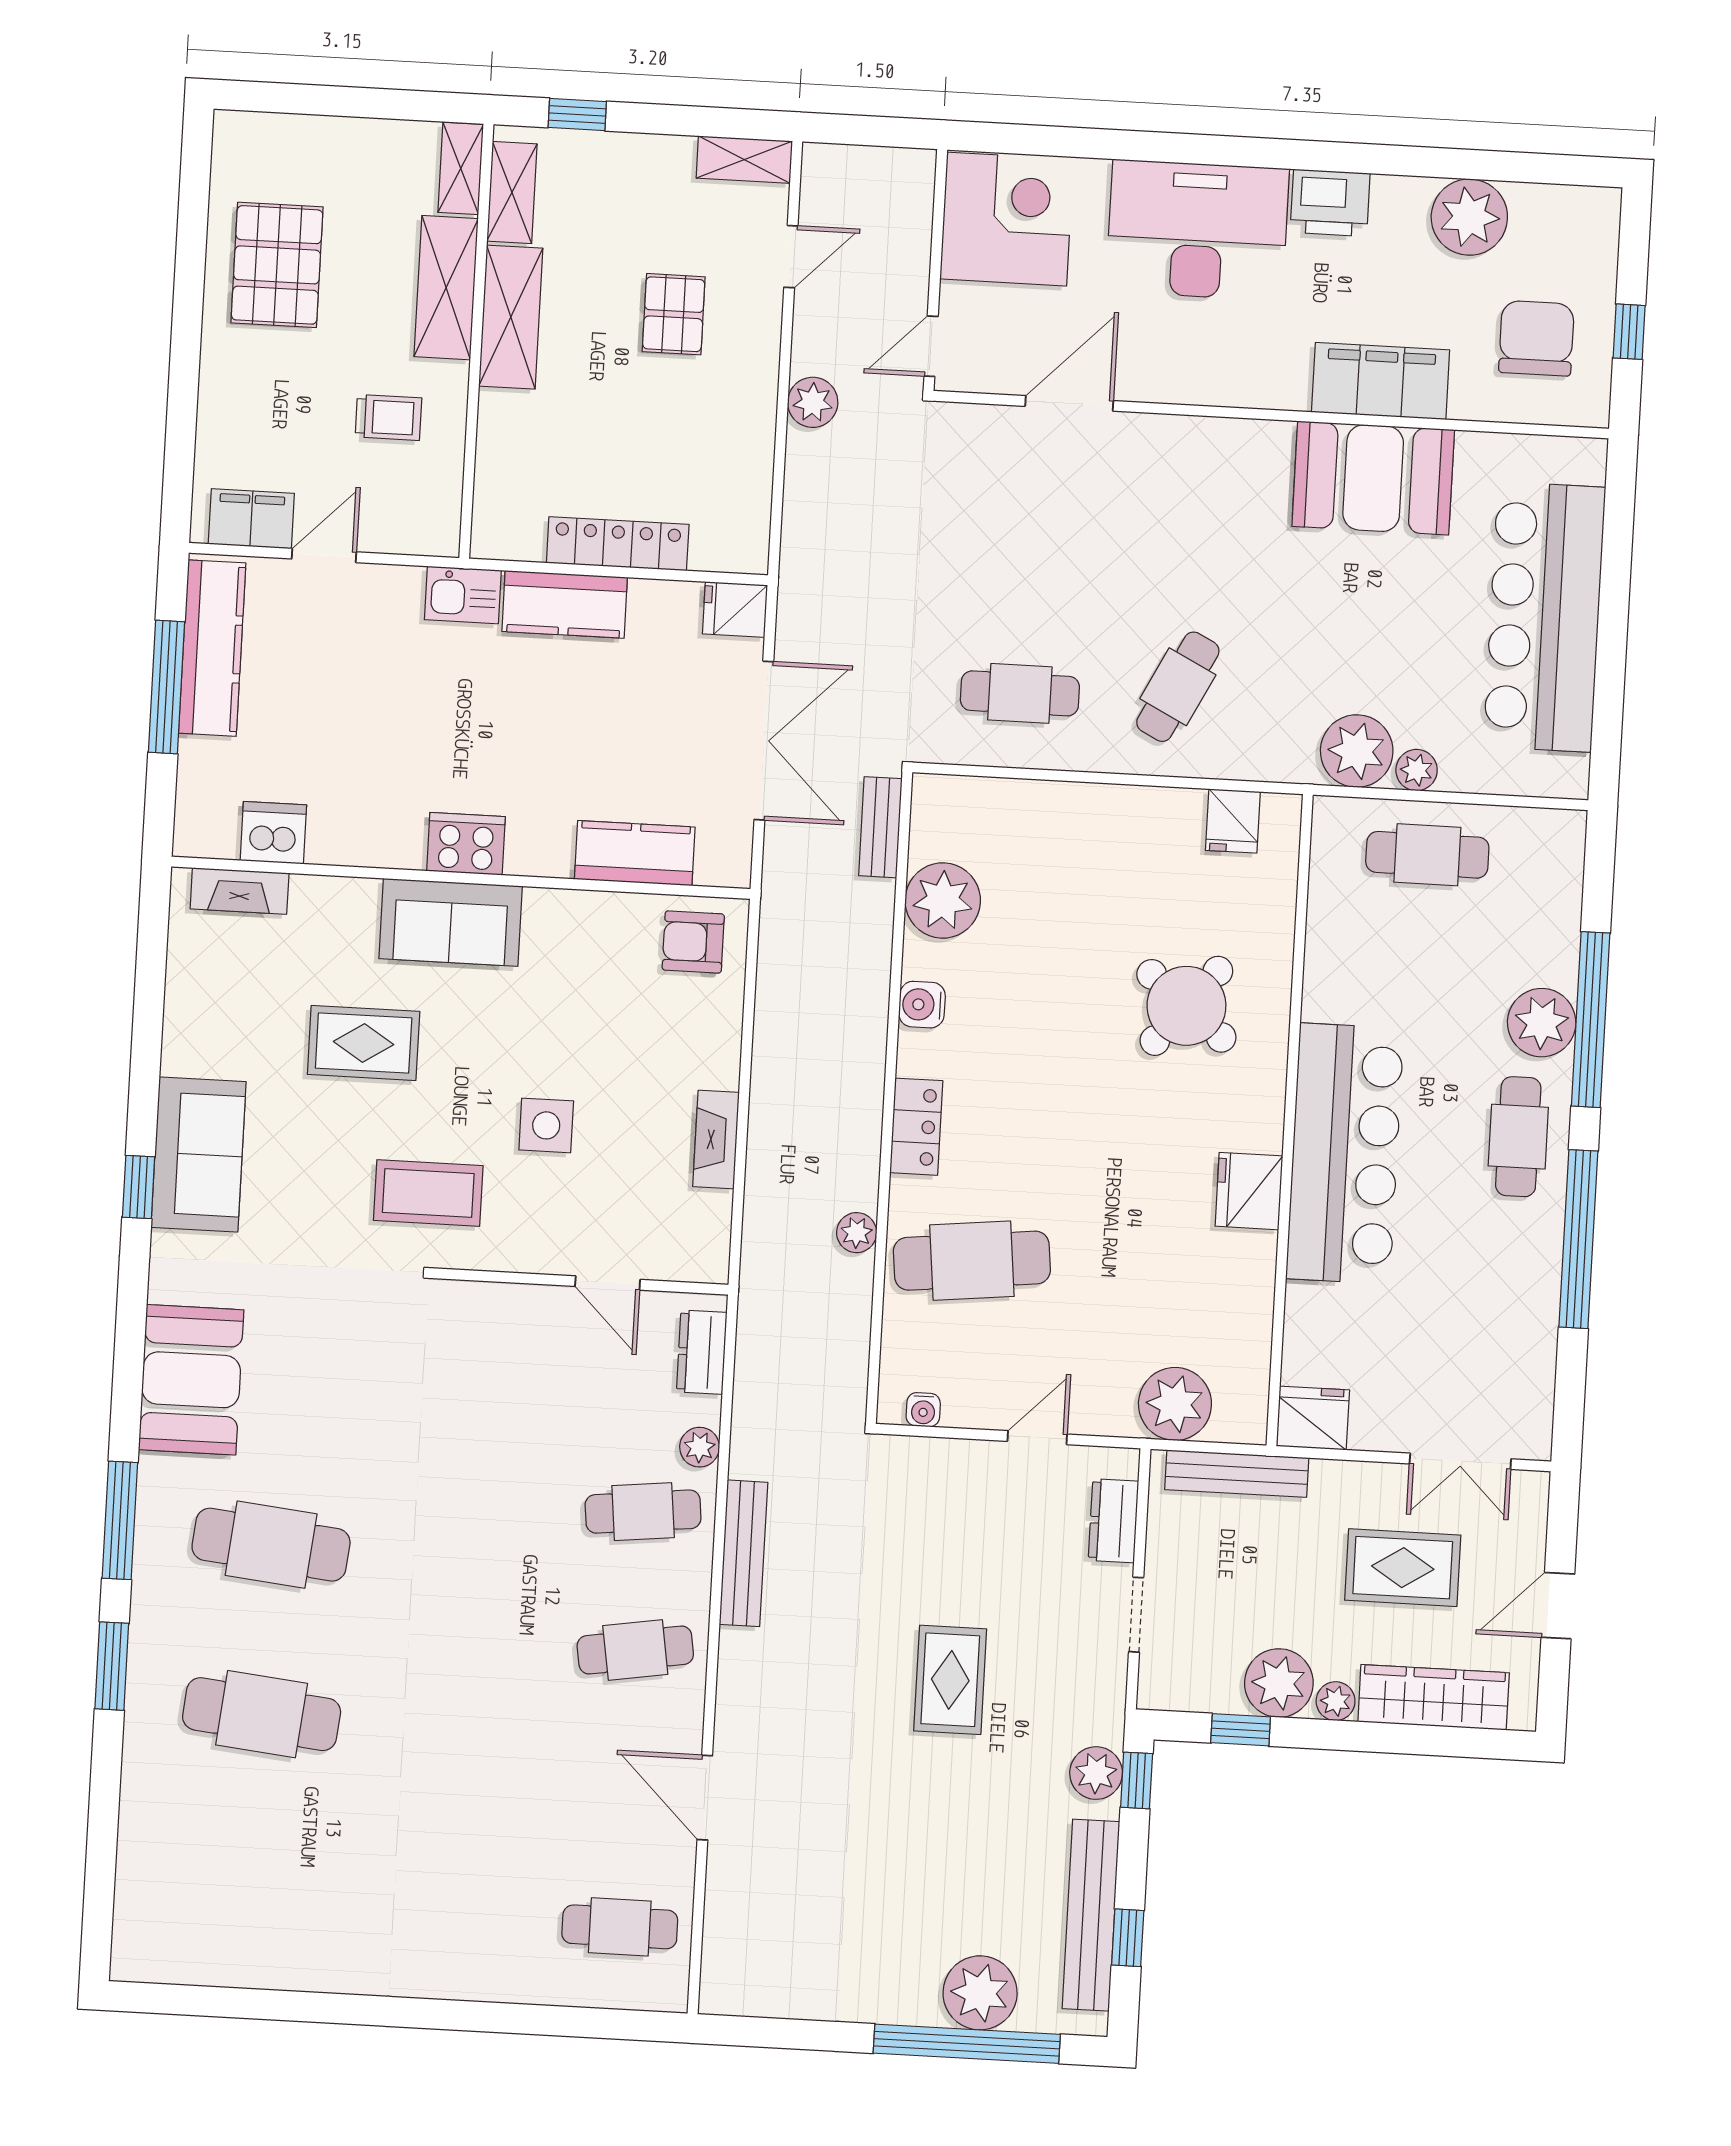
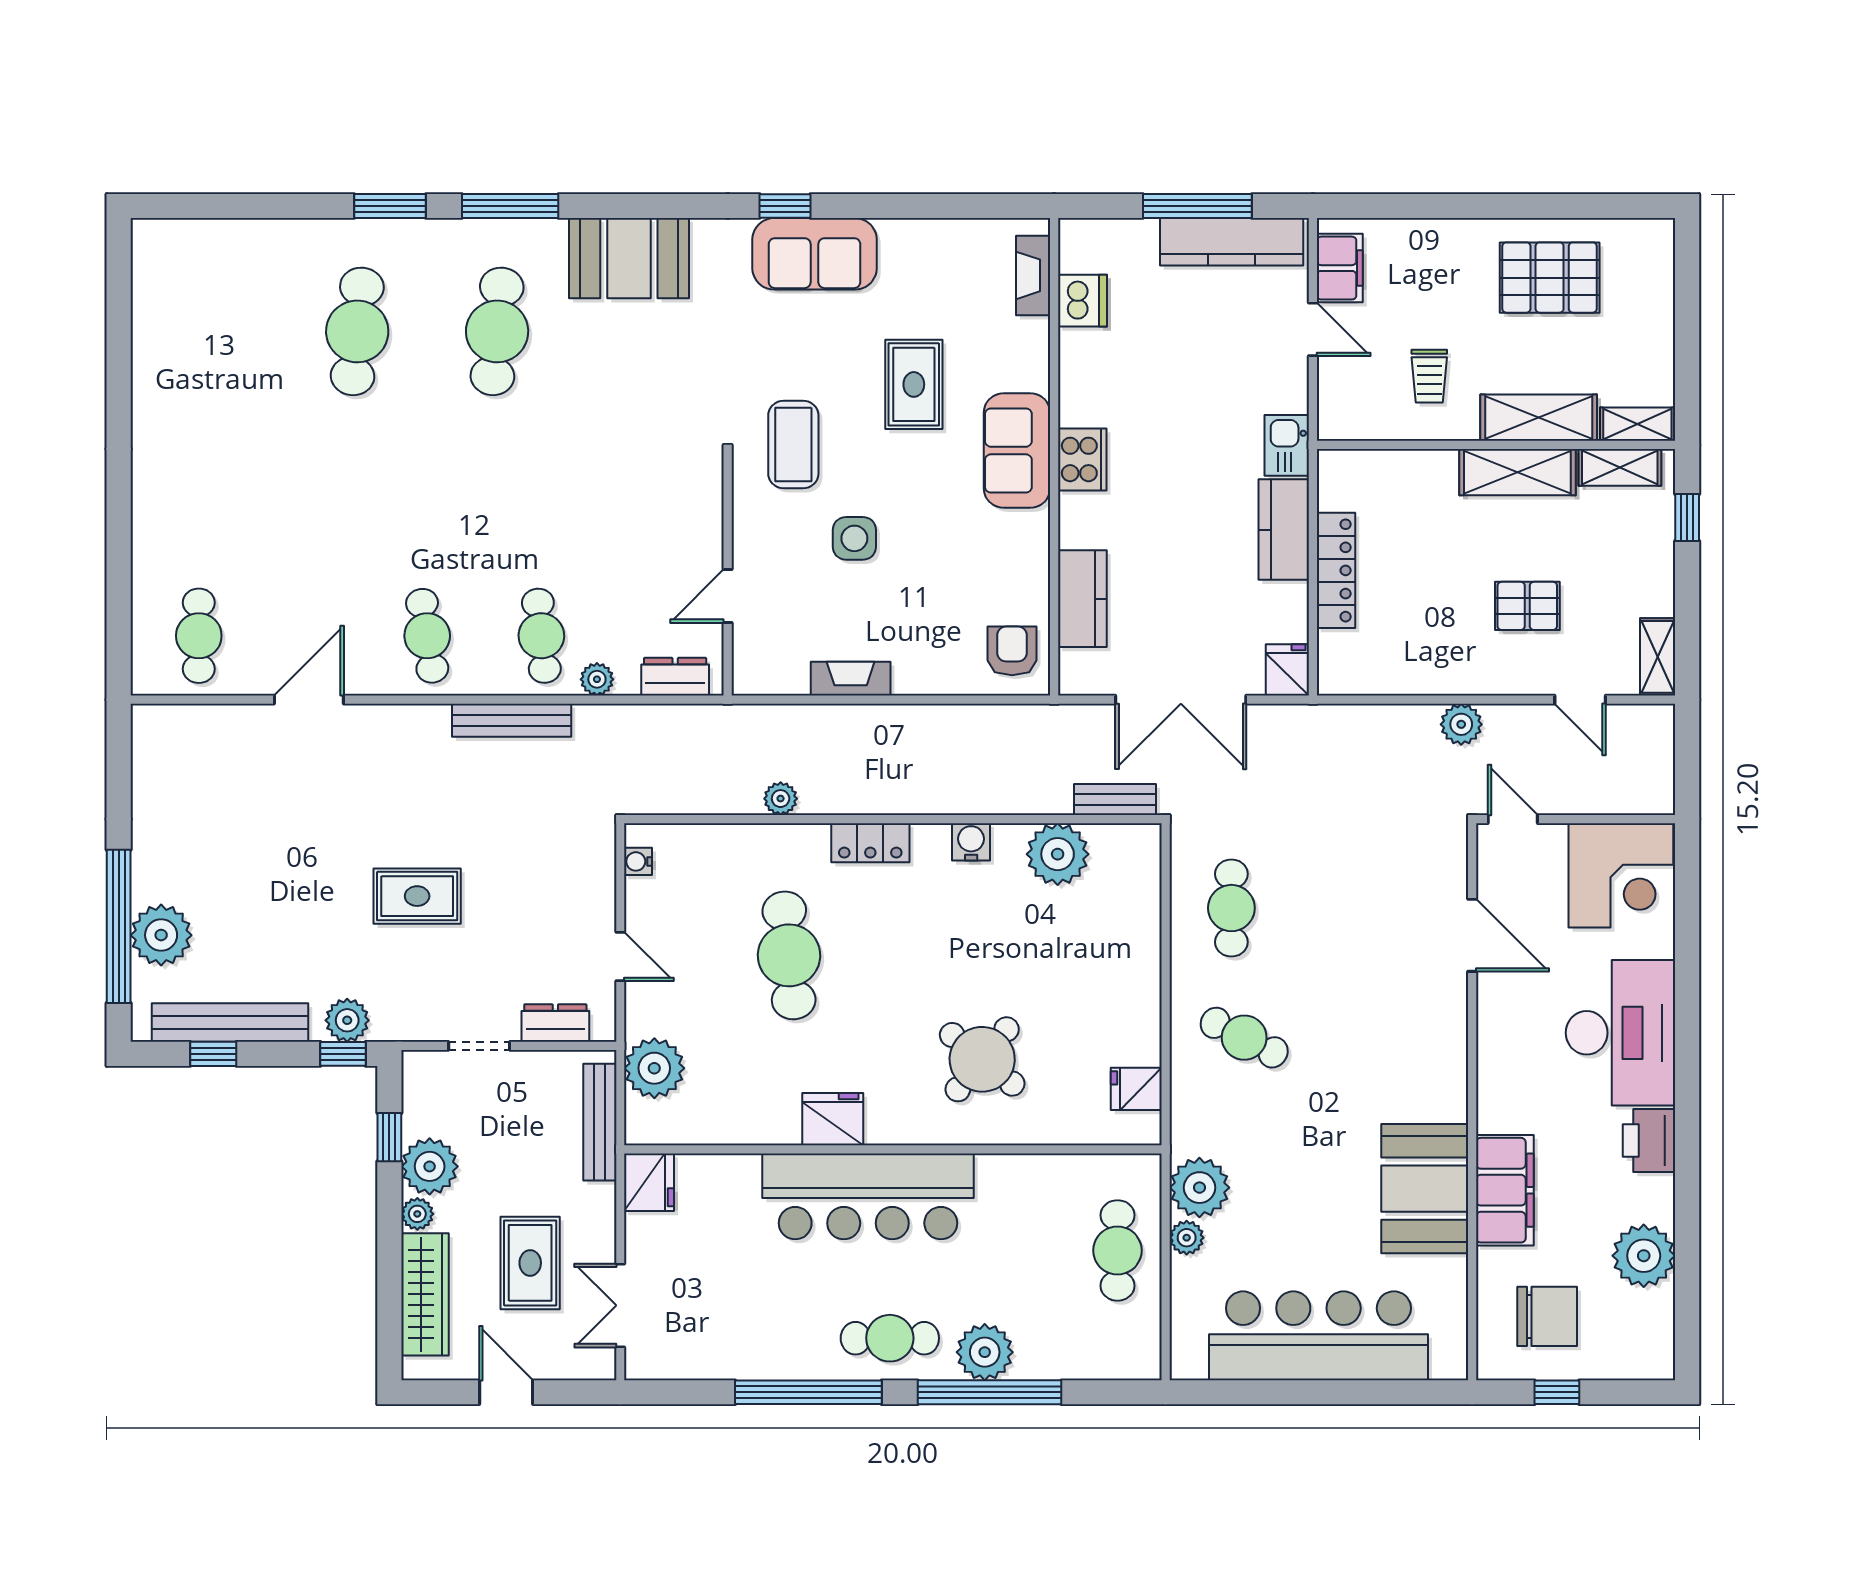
cafe table: (972, 1261) -> (789, 955), moved

